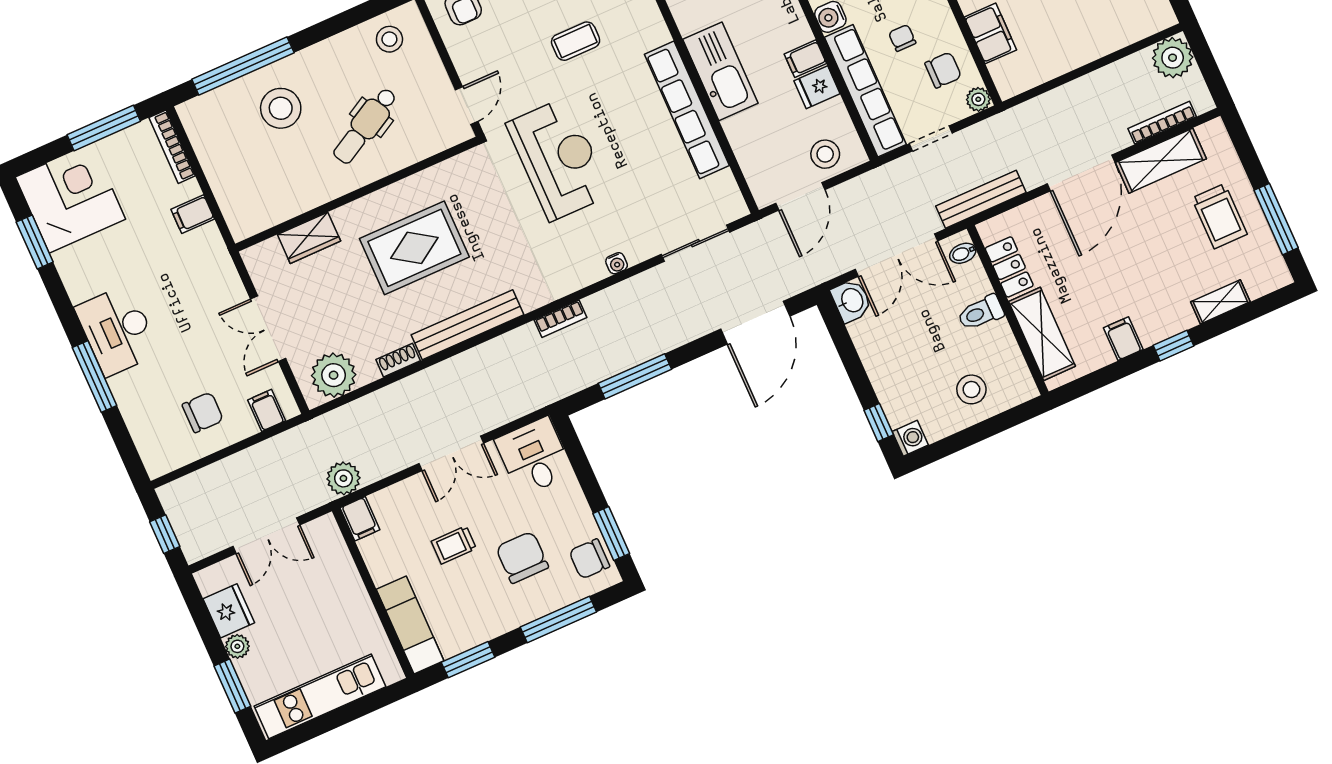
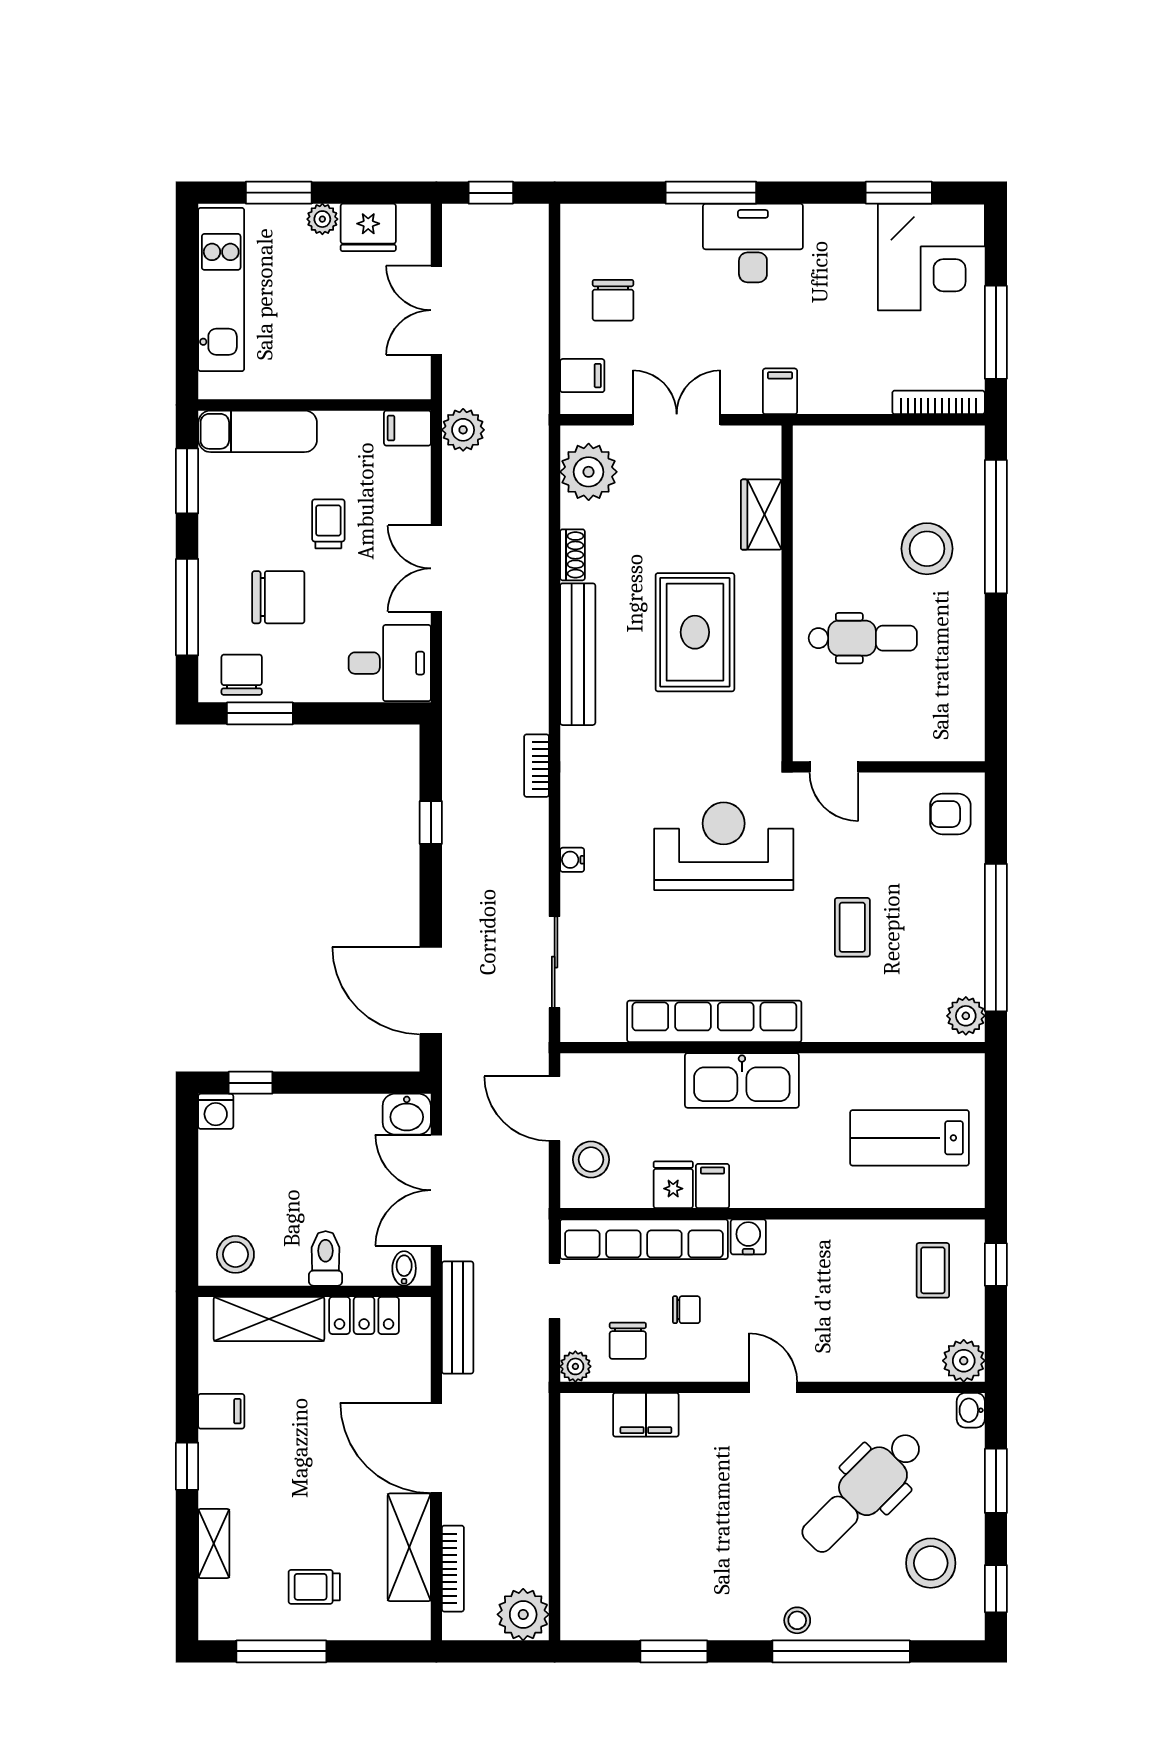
stool: (389, 39) -> (951, 711), removed
dental chair: (365, 126) -> (863, 638), turned 119
reception desk: (559, 159) -> (724, 846), turned 180
filing cabinet: (193, 214) -> (780, 391), moved
trolley: (1219, 216) -> (314, 1587), width x0.73, depth x0.72
window: (635, 376) -> (431, 822), width x0.46
stool: (971, 389) -> (235, 1254), moved

